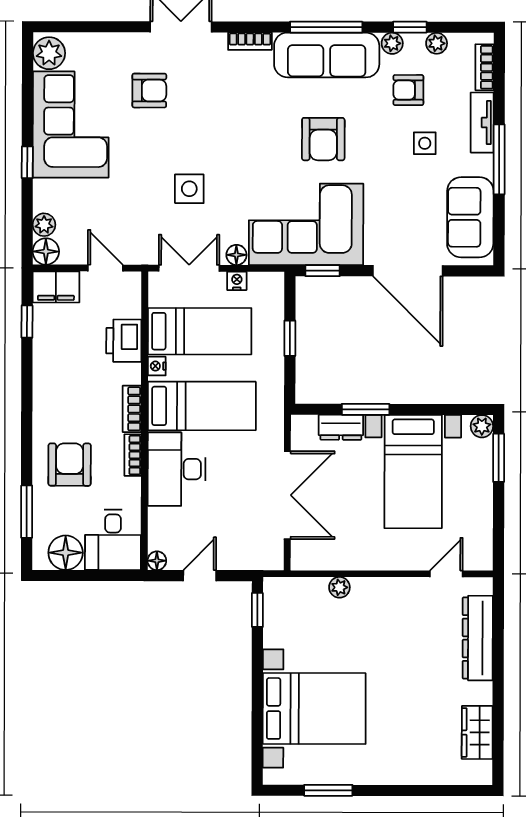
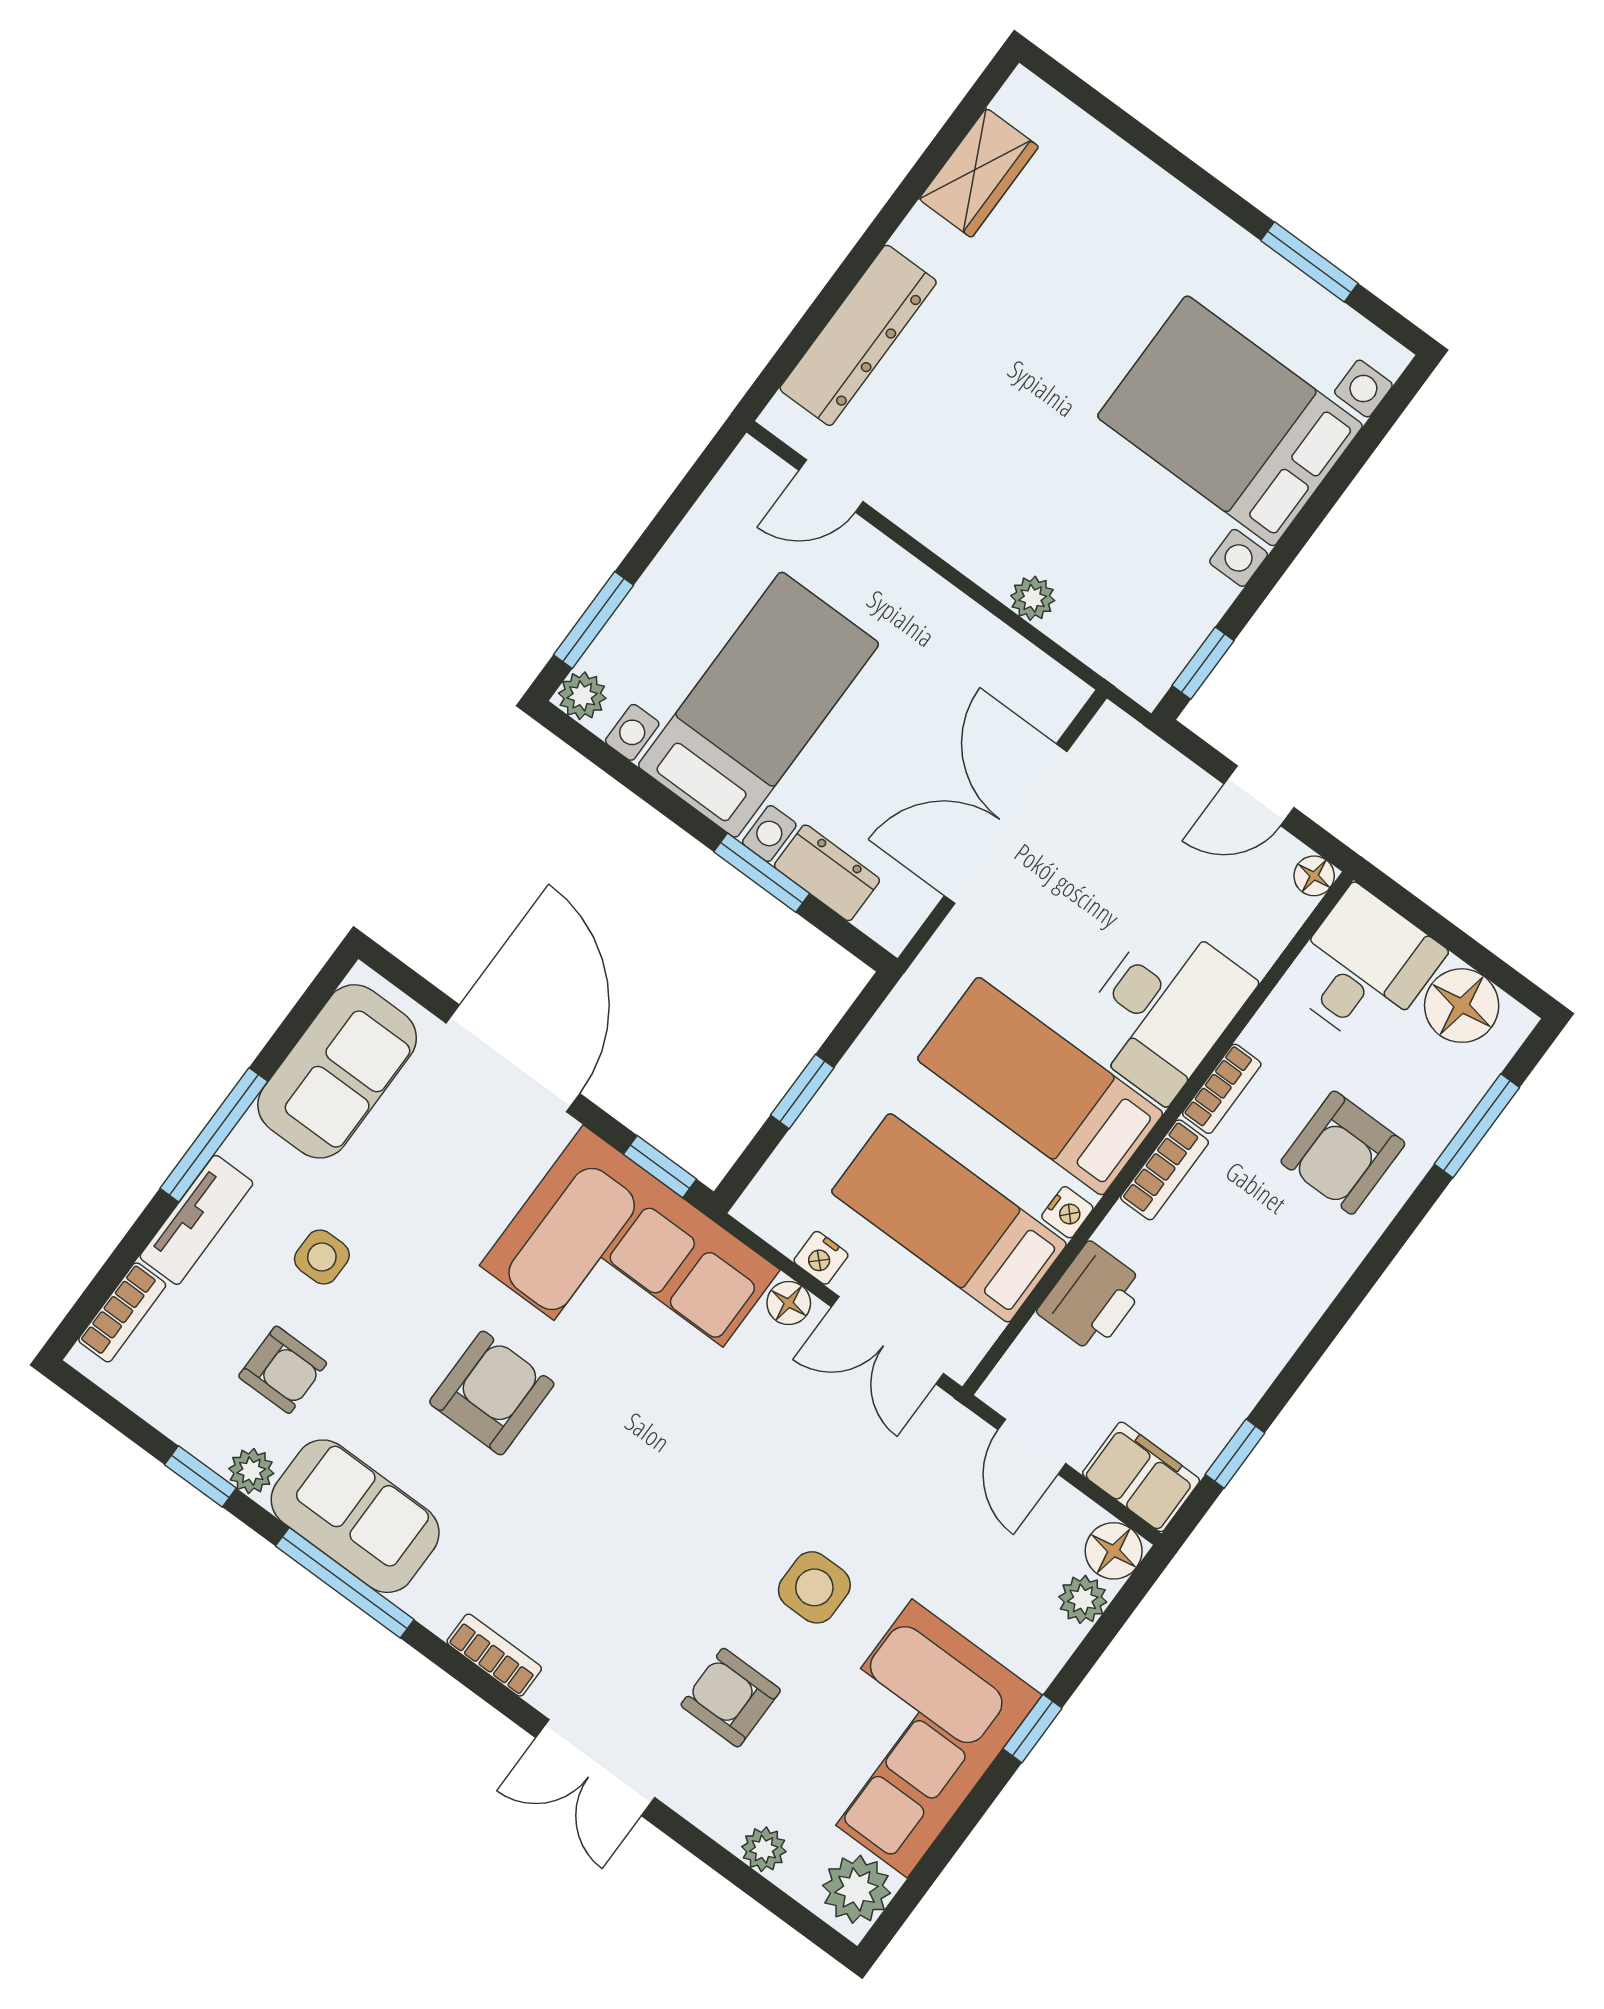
plant: (437, 43) -> (764, 1849), moved
sofa: (327, 55) -> (355, 1516), width x0.73
side table: (189, 189) -> (814, 1587), moved

